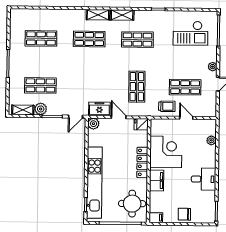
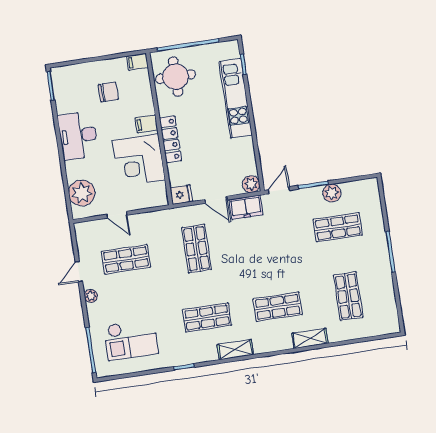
shelving: (98, 15) -> (310, 338), moved
checkout: (191, 33) -> (131, 339), turned 180
shop shelf: (41, 38) -> (348, 296), turned 90
trolley: (167, 106) -> (148, 227), removed
shelving: (23, 110) -> (358, 187), removed
plant: (211, 140) -> (82, 193), width x1.87, depth x1.87
desk: (204, 179) -> (78, 136), width x1.37
filing cabinet: (157, 180) -> (146, 124), width x0.50
kitchen unit: (94, 183) -> (236, 98), width x0.73
chair: (184, 214) -> (108, 92), moved

